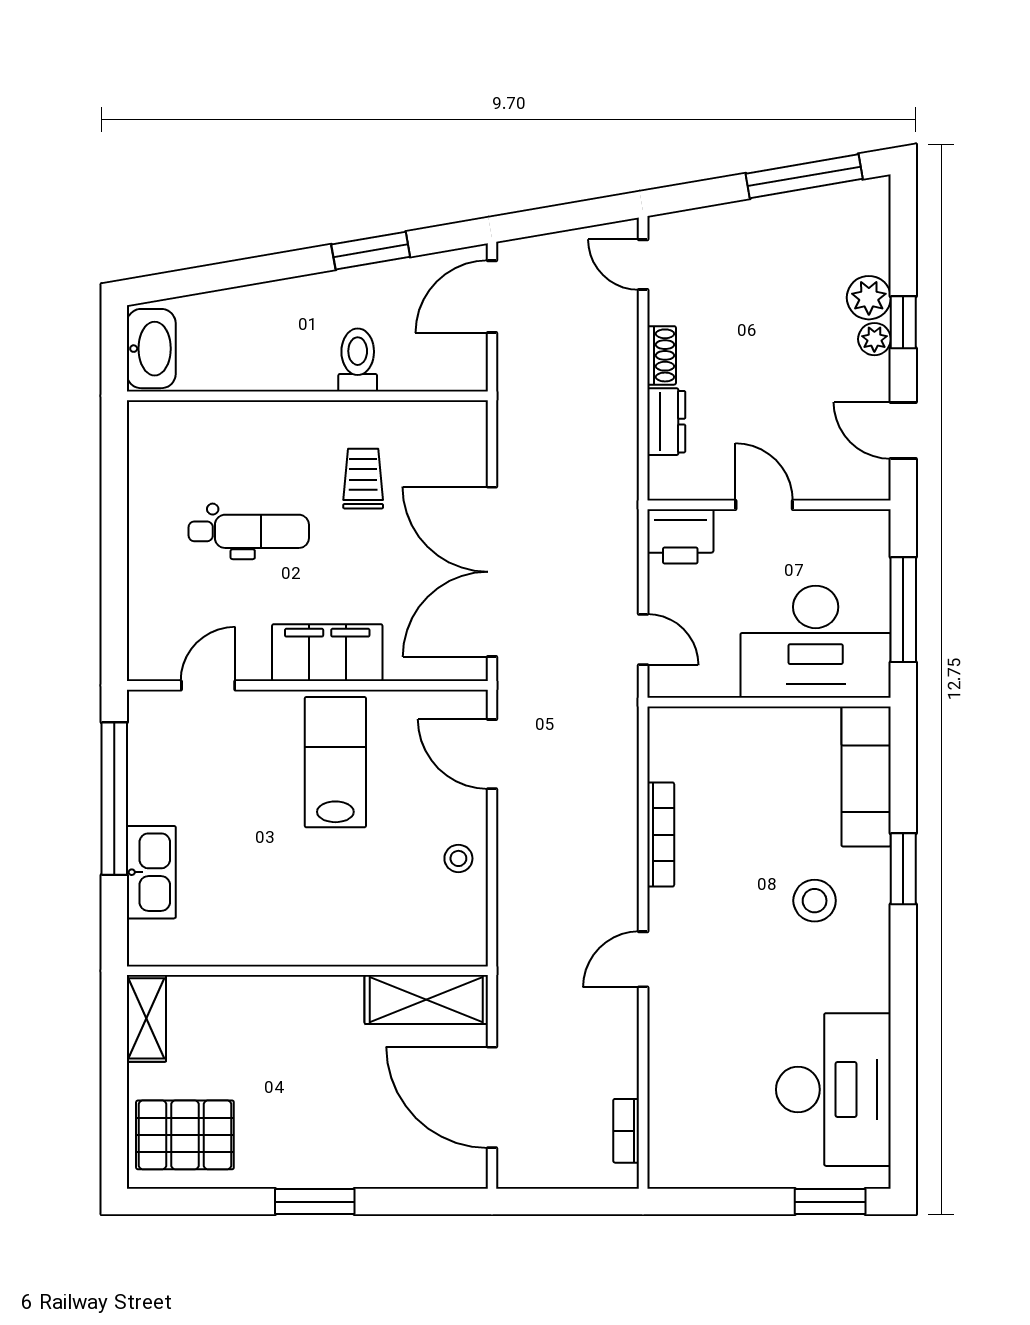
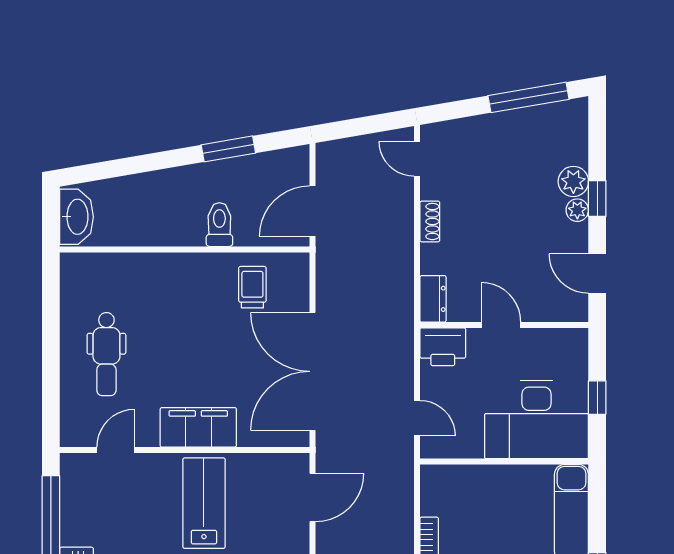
door: (492, 297) -> (312, 211), moved
dresser: (666, 422) -> (433, 299), moved
trolley: (363, 479) -> (252, 287), moved
dental chair: (249, 531) -> (106, 354), moved, turned 90
window: (903, 610) -> (597, 398), width x0.46
door: (492, 754) -> (312, 498), swing flipped

